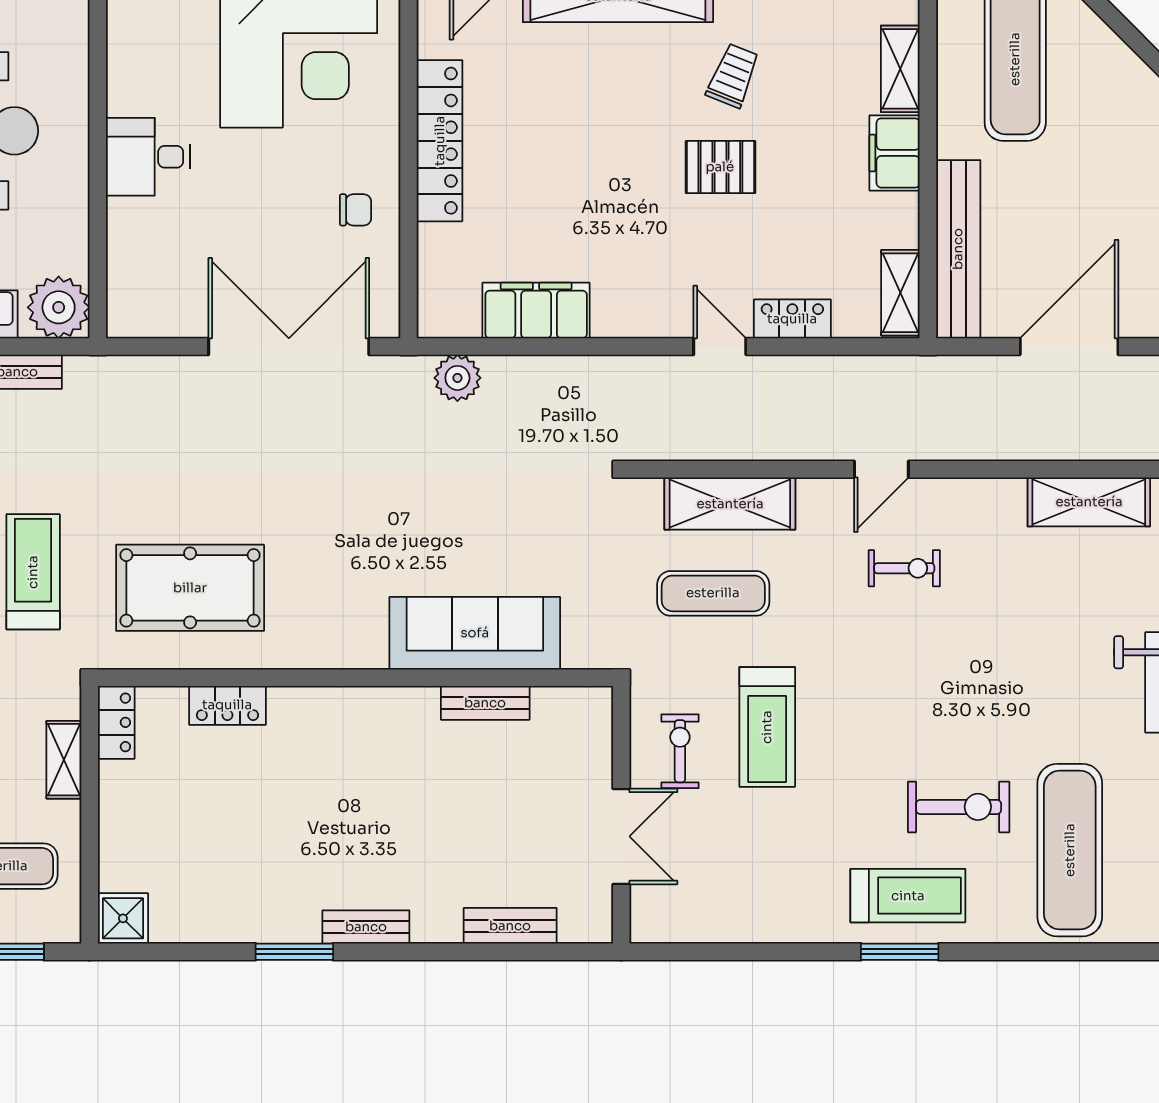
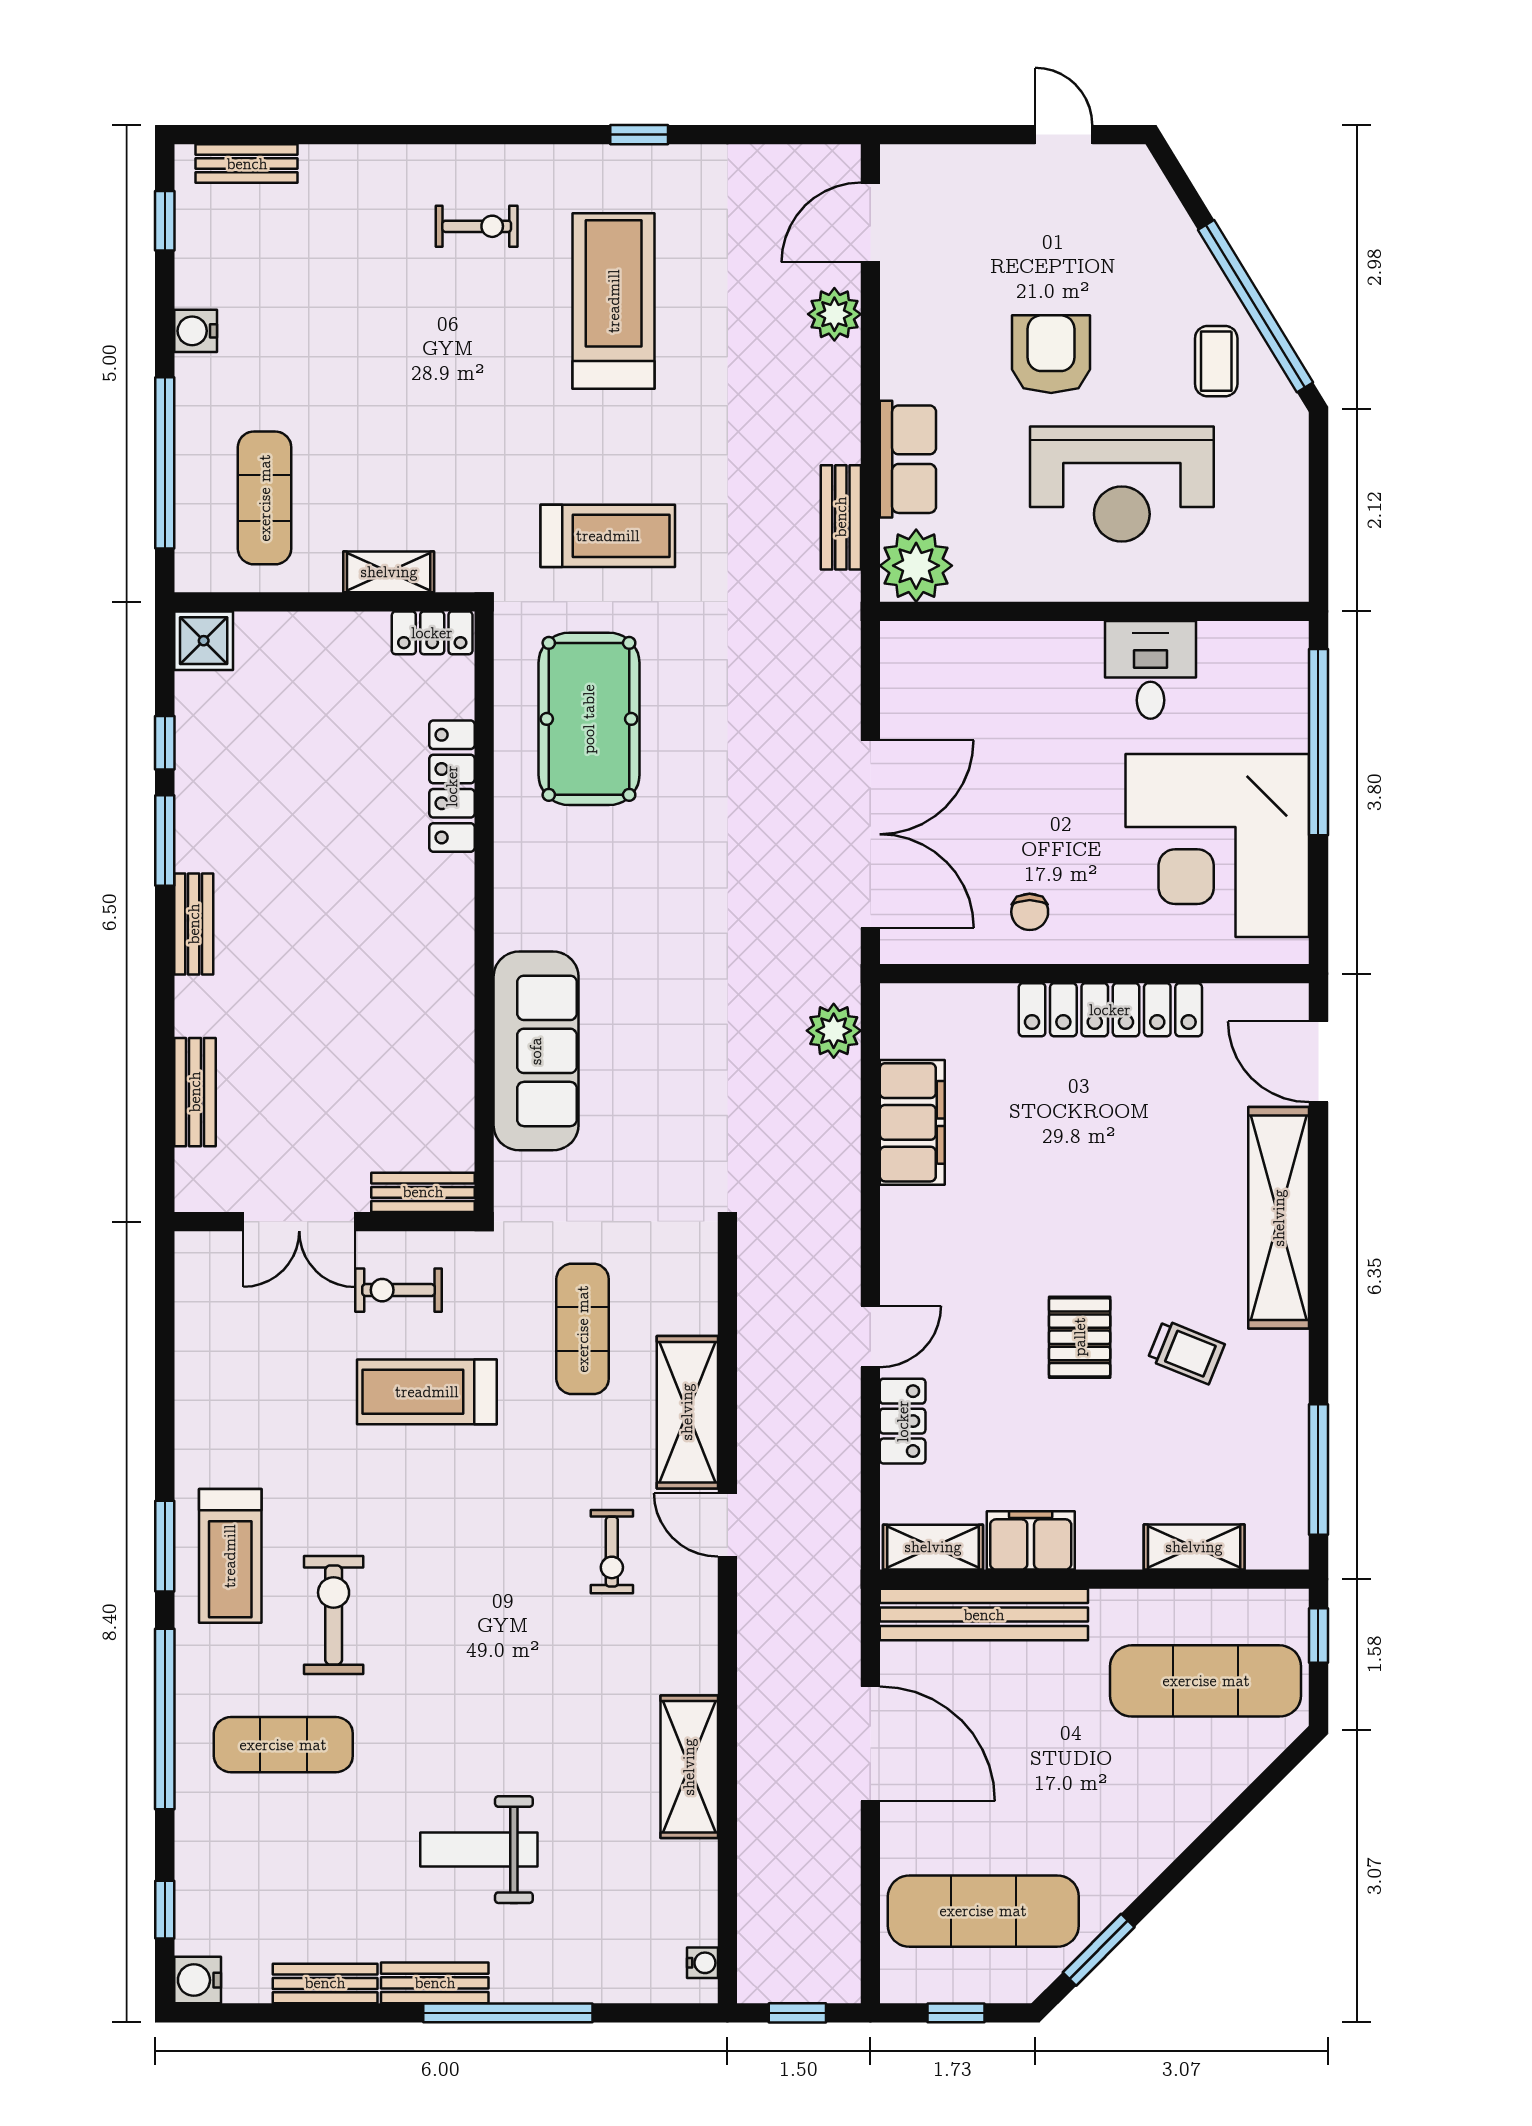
filing cabinet: (895, 153) -> (1031, 1540), moved
desk: (148, 157) -> (1150, 670), moved
shelving: (730, 504) -> (687, 1412), moved
bench: (485, 703) -> (423, 1192), moved, turned 90
locker: (227, 705) -> (452, 786), width x1.53
exercise bike: (680, 751) -> (399, 1290), turned 180
exercise bike: (959, 807) -> (334, 1615), turned 180
exercise mat: (1070, 850) -> (283, 1745), width x0.73, depth x0.69
window: (211, 952) -> (165, 743), added
window: (1048, 952) -> (165, 1719), added

